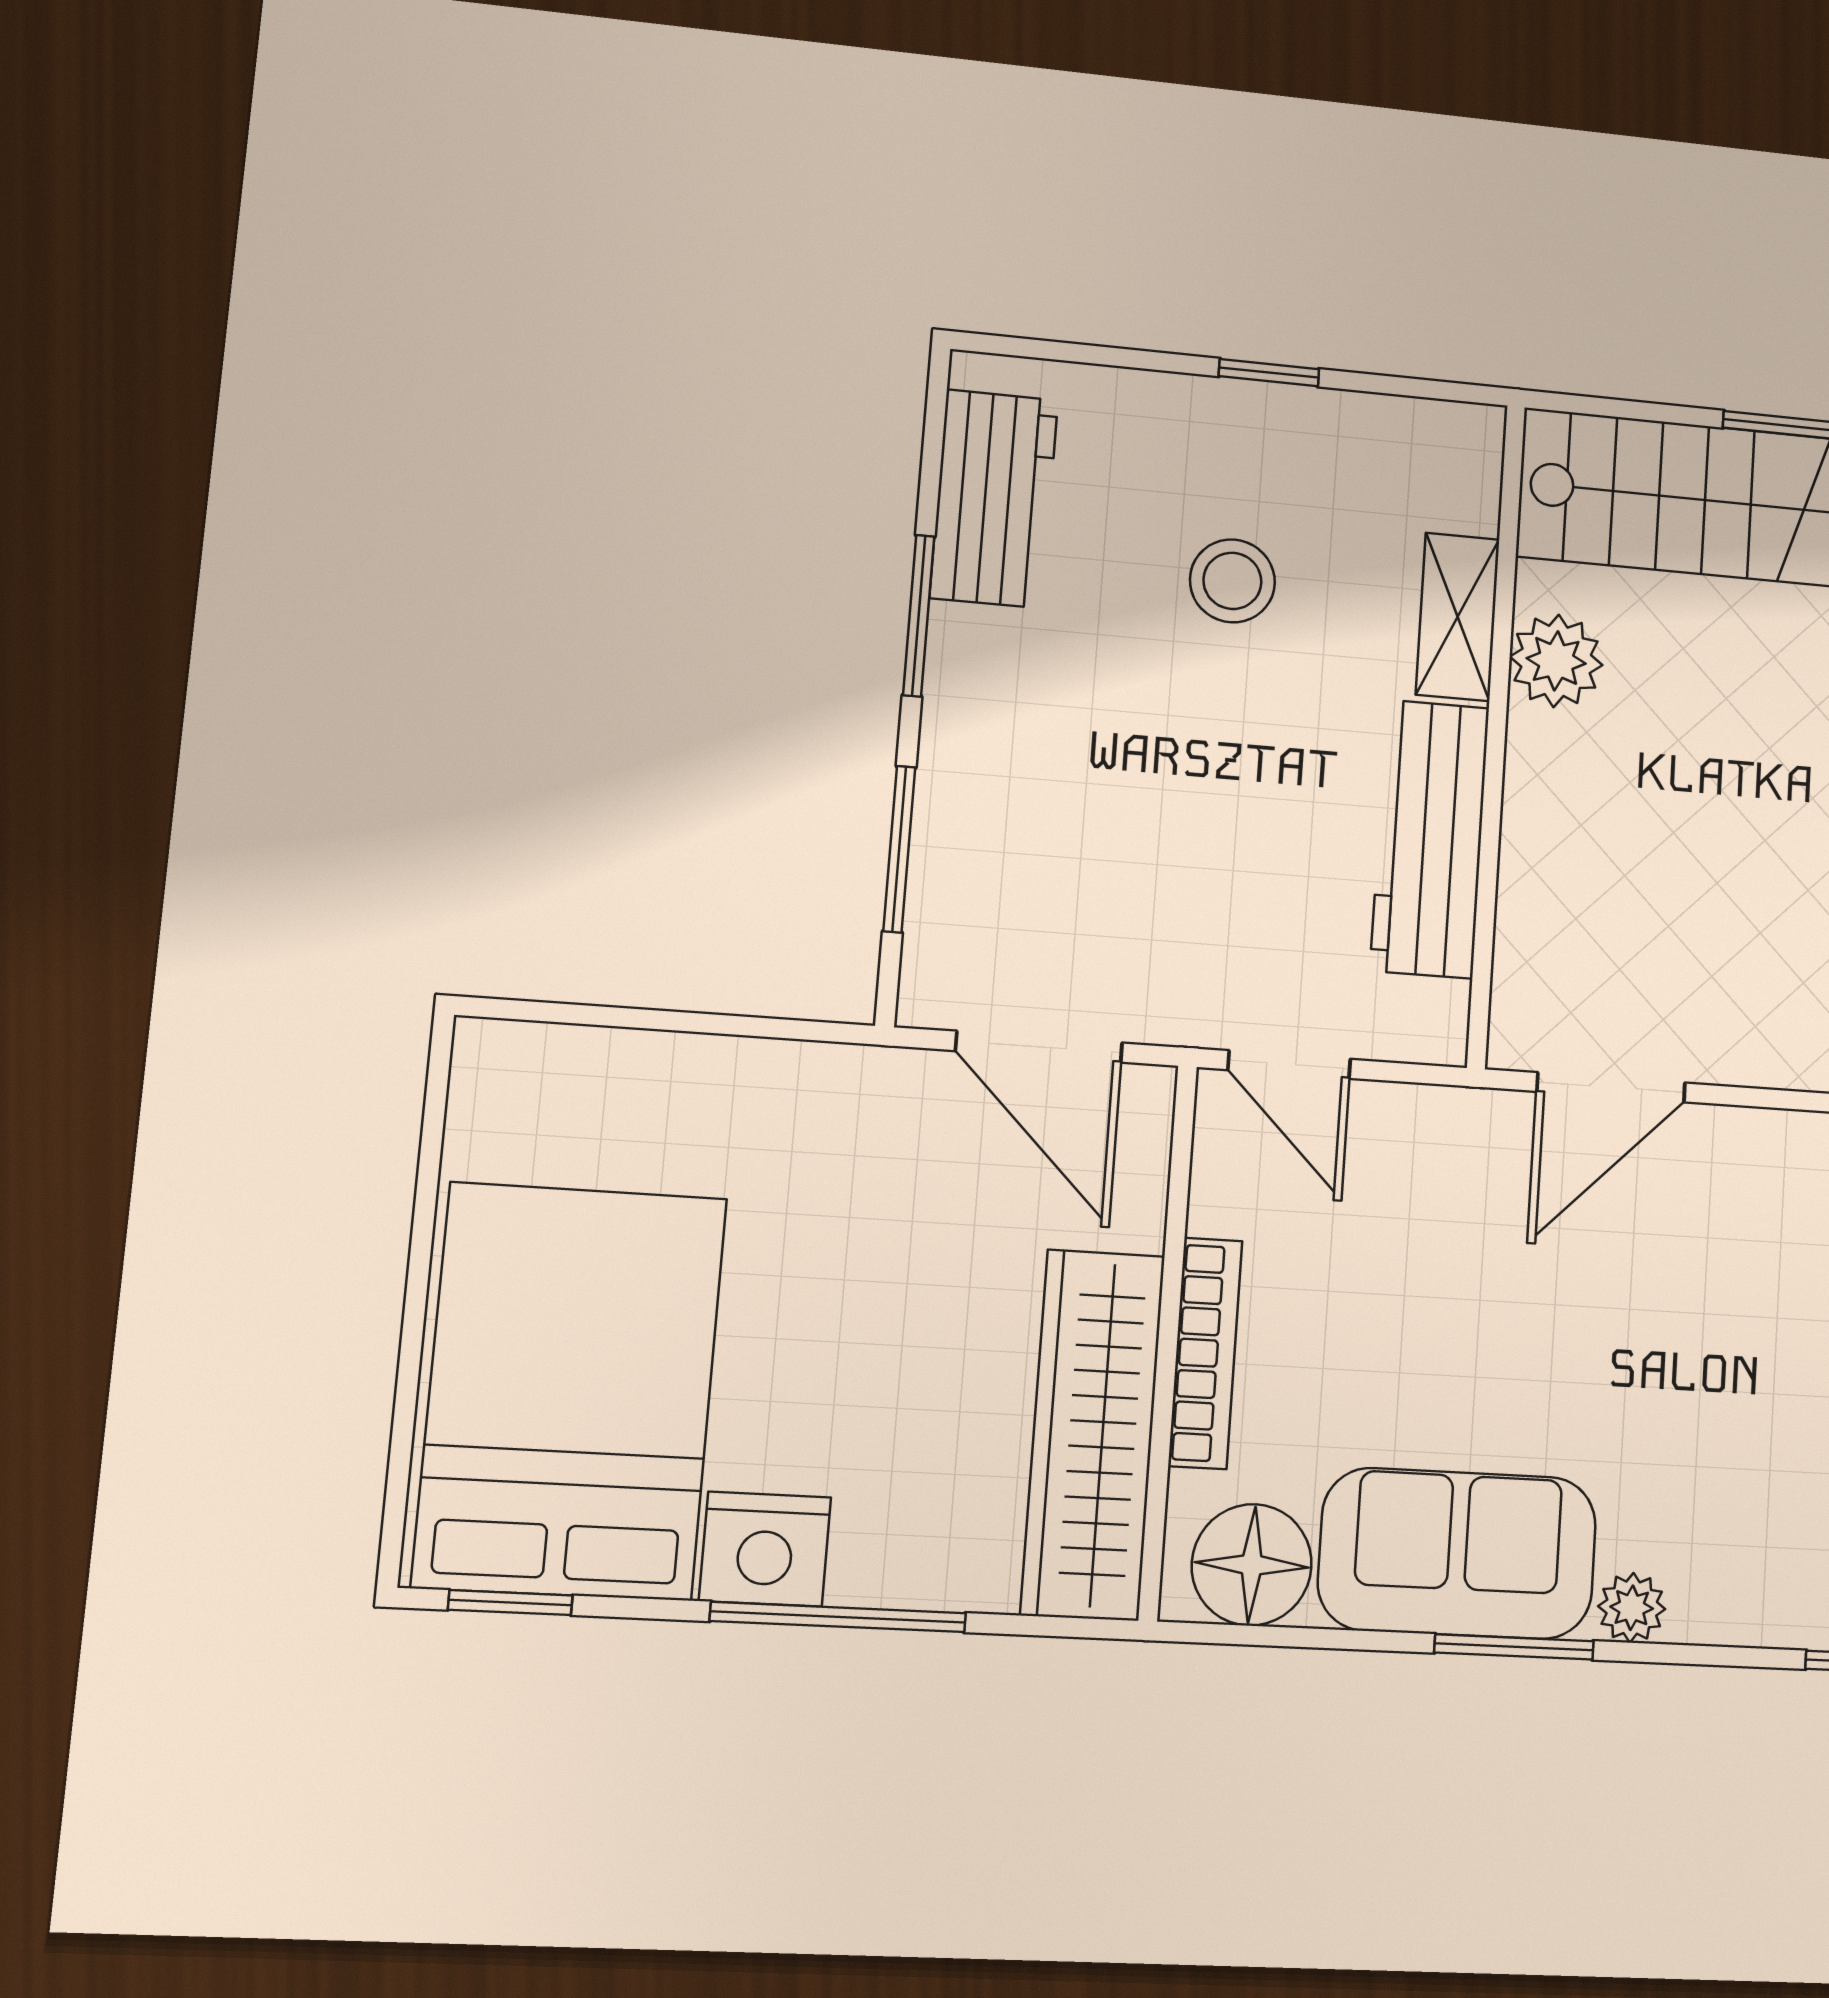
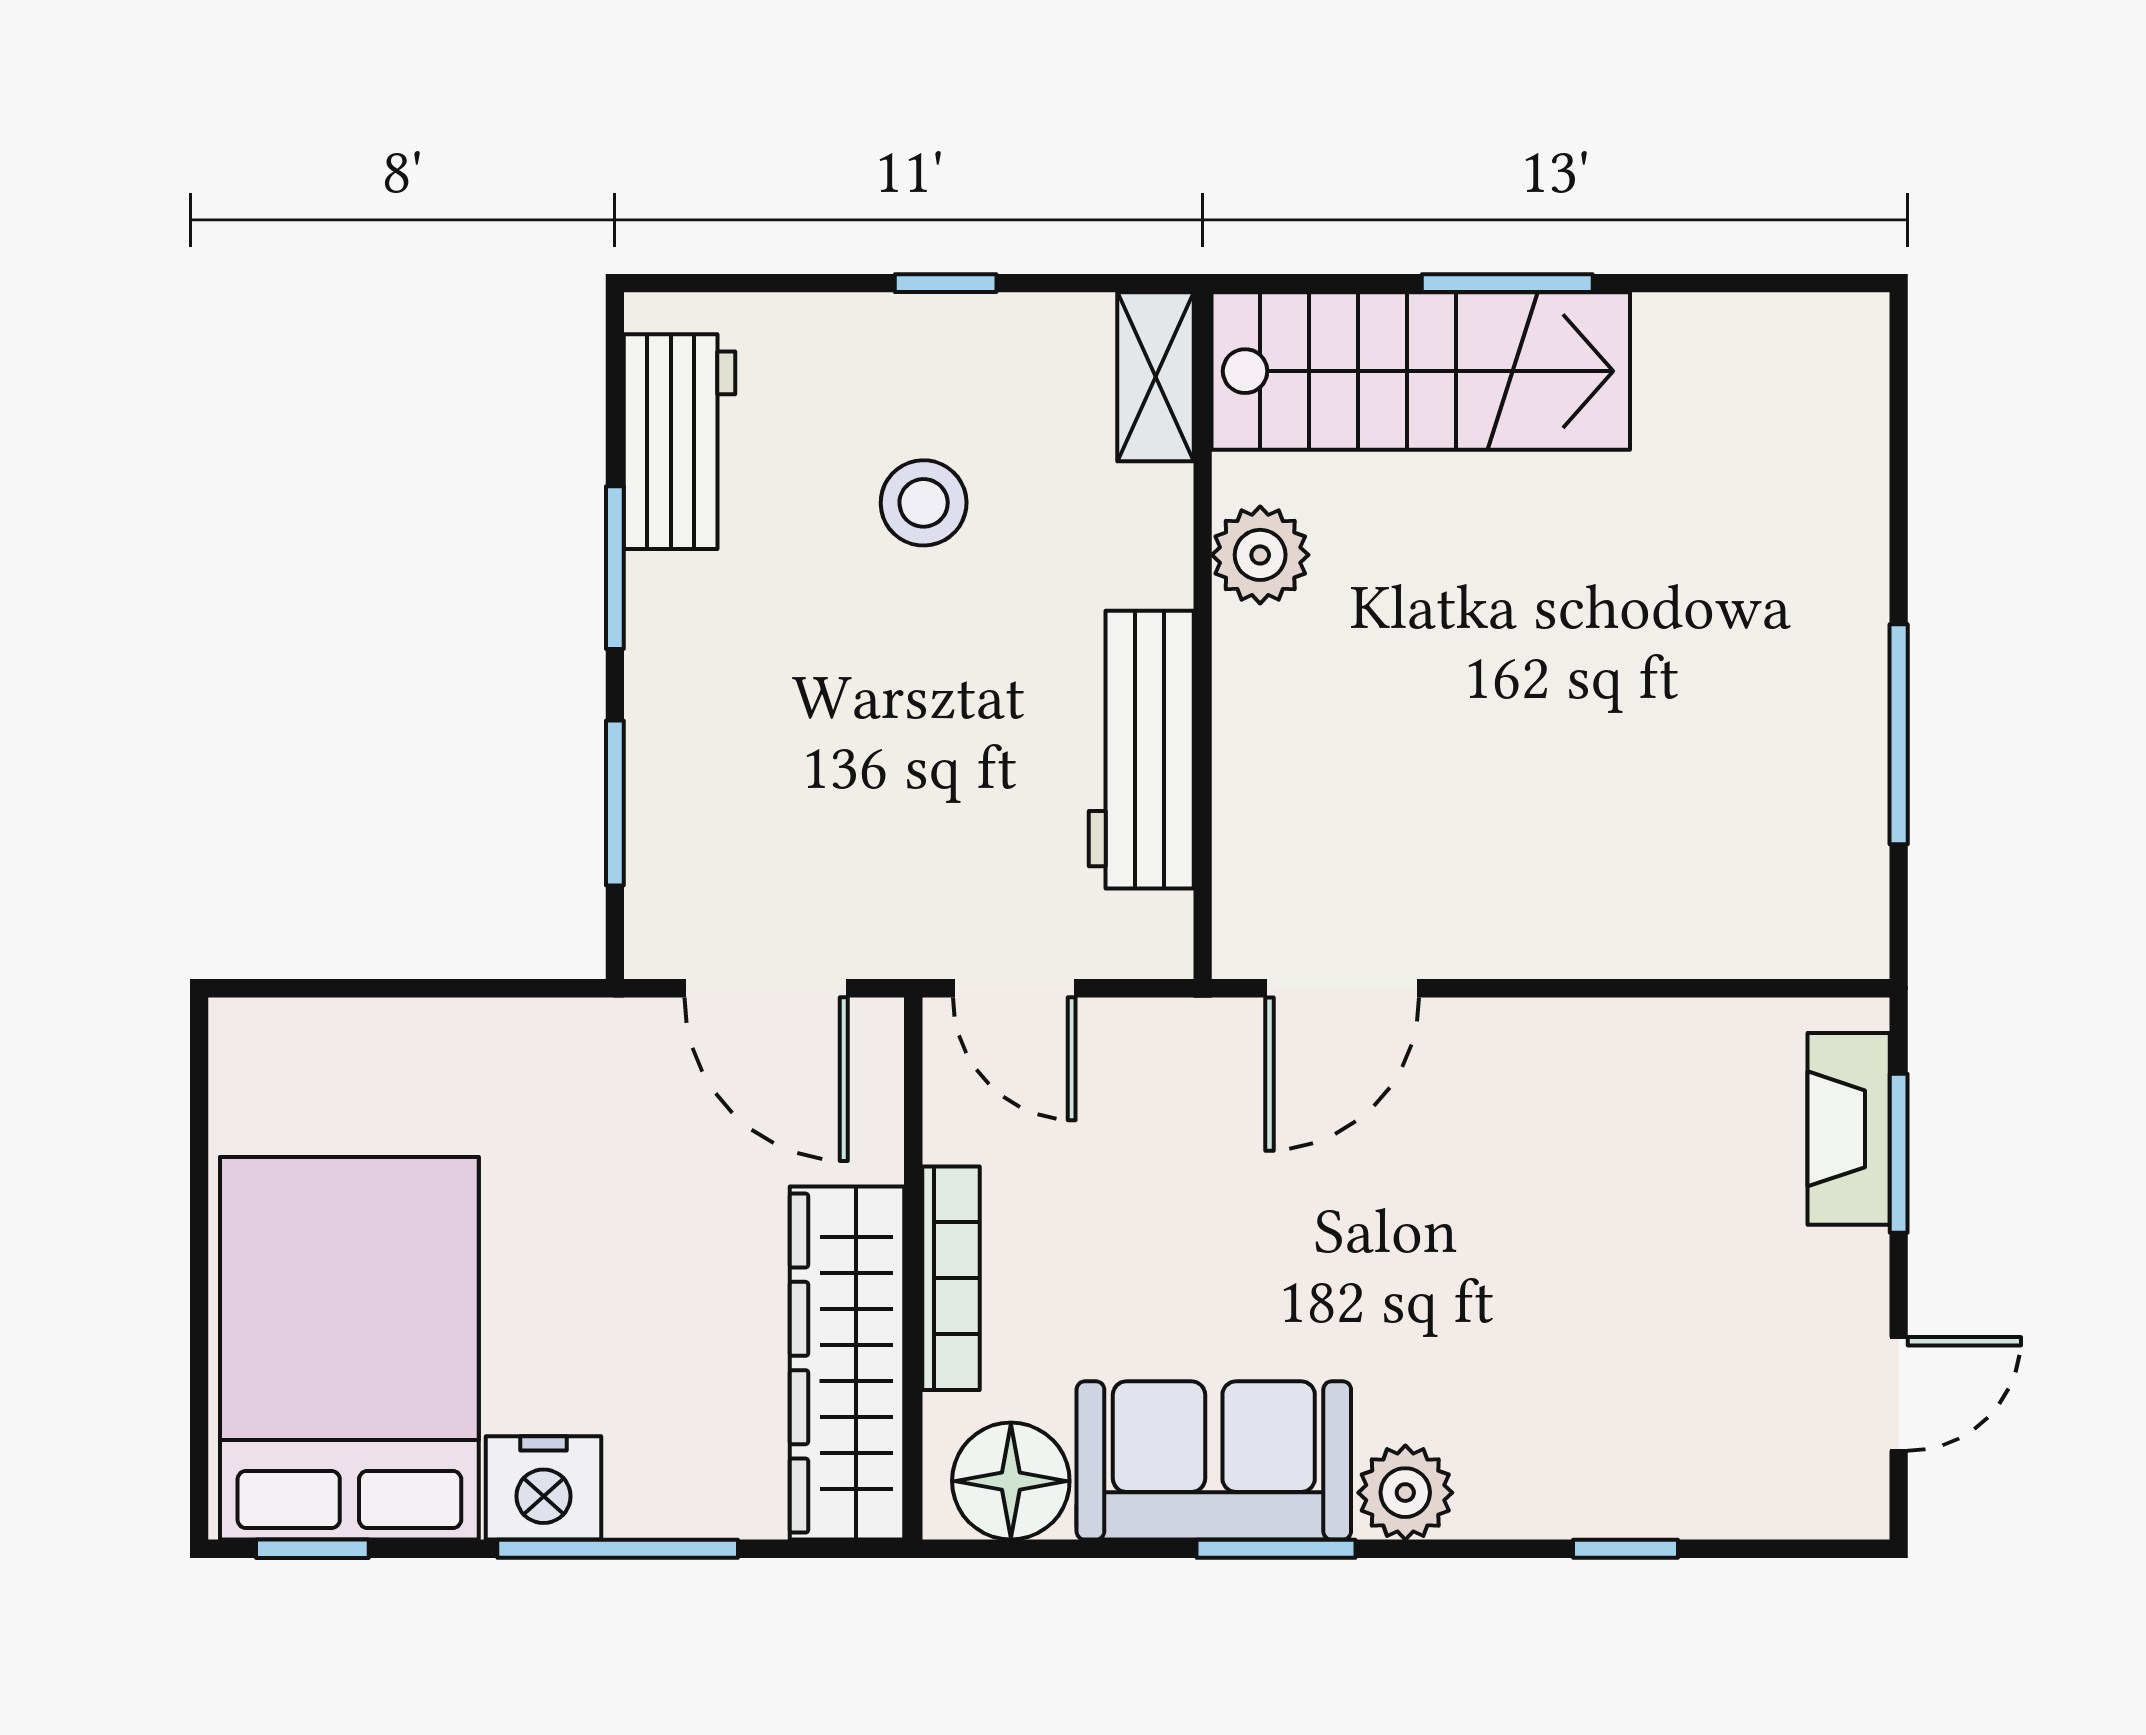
shelving: (1458, 617) -> (1155, 377), moved
plant: (1632, 1608) -> (1405, 1493), width x1.38, depth x1.38

